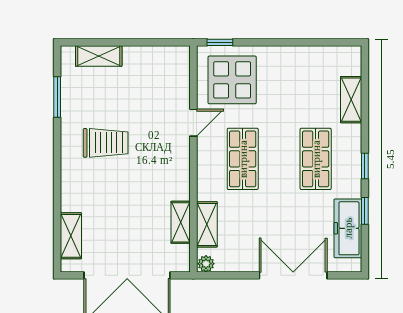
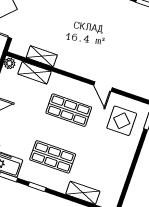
display table: (232, 80) -> (122, 121), width x0.73, depth x0.73
trolley: (106, 143) -> (109, 26), removed

